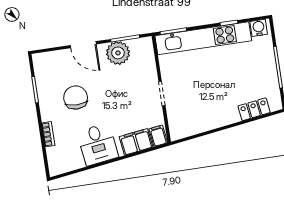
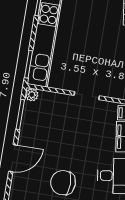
plant: (118, 53) -> (32, 95), moved, width x0.53, depth x0.53

